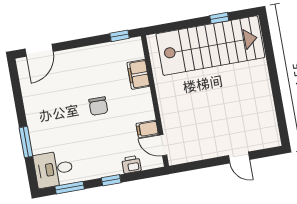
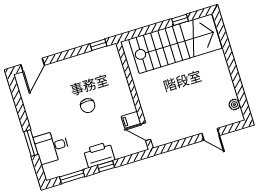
filing cabinet: (138, 74) -> (118, 75), removed
plant: (271, 126) -> (234, 105), added
printer: (131, 164) -> (99, 155), moved, width x1.87, depth x1.48
desk: (54, 169) -> (52, 147), moved

